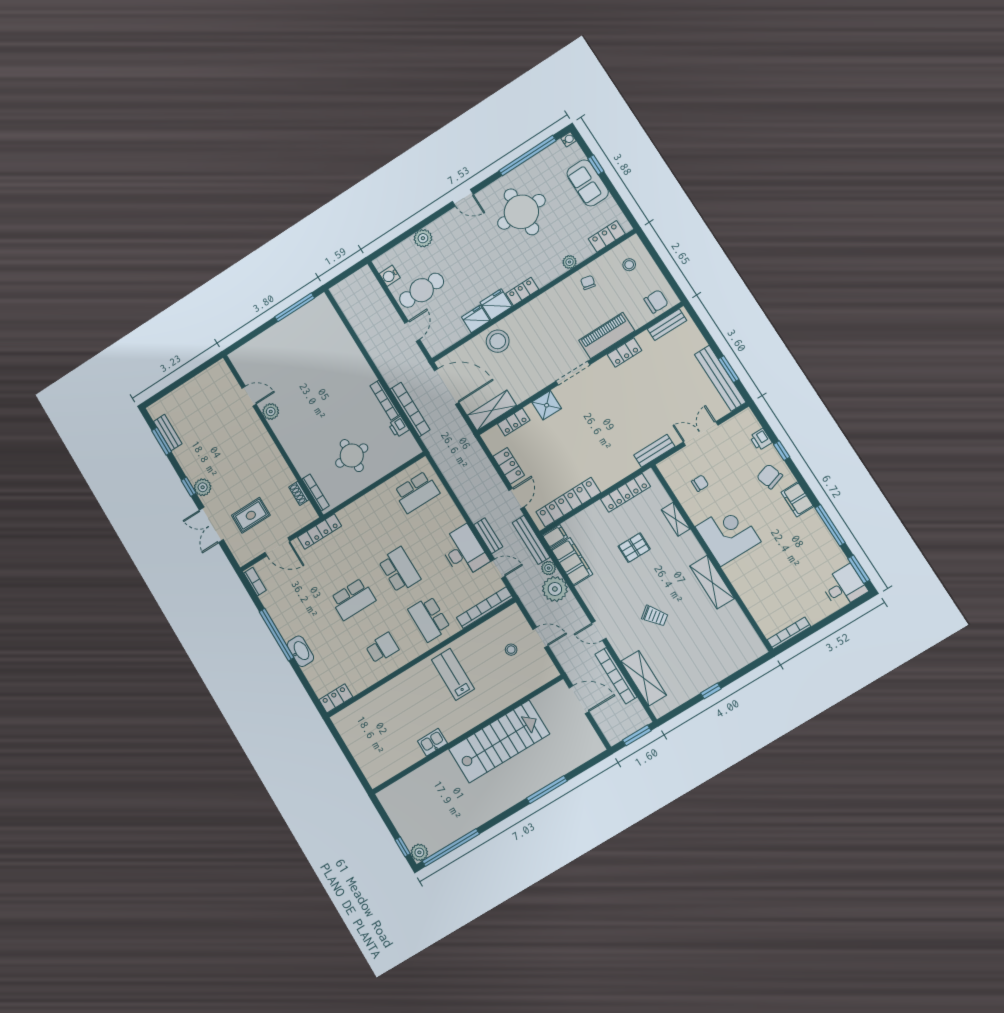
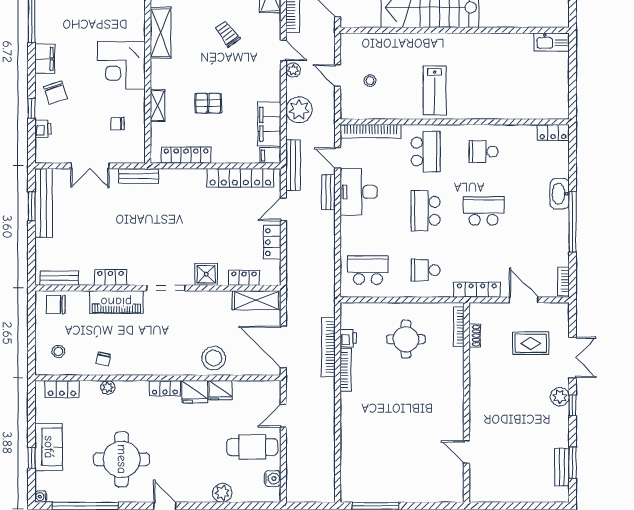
plant: (271, 412) -> (455, 426), removed
school desk: (370, 522) -> (426, 270), added
plant: (549, 568) -> (293, 70), moved
kitchen sink: (432, 742) -> (552, 42), moved, width x1.38

